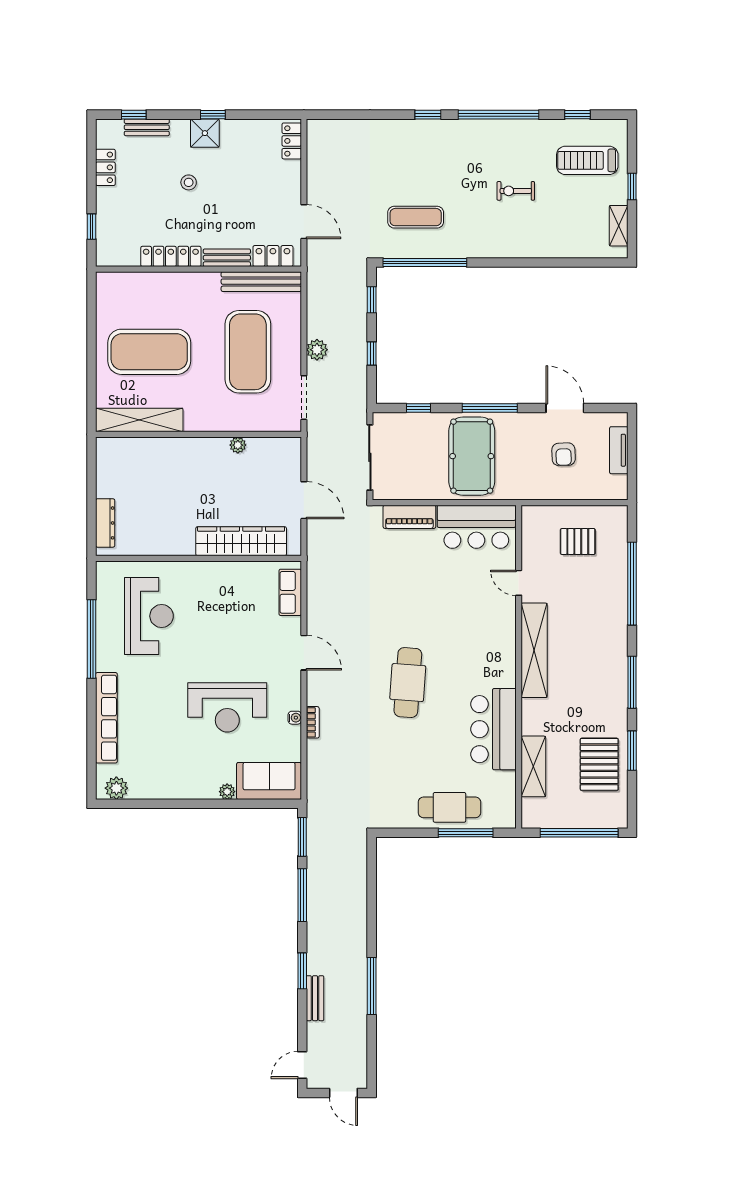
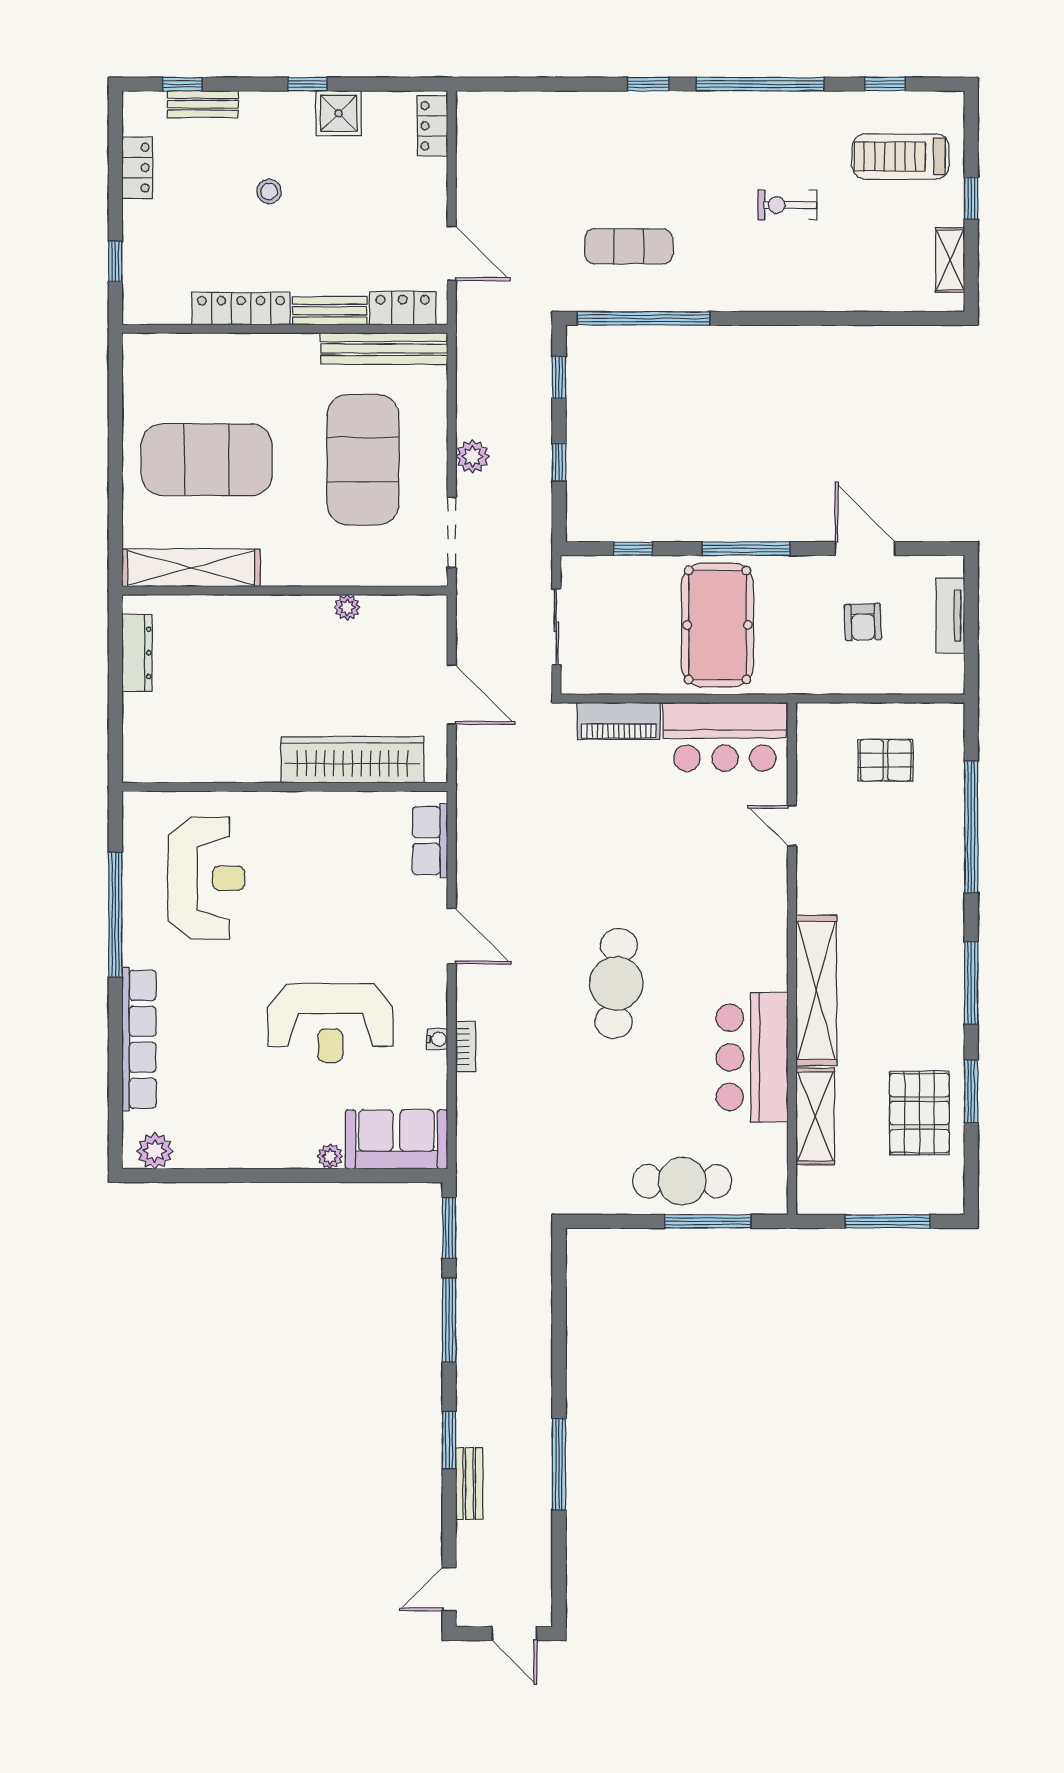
shower: (205, 133) -> (339, 113), moved
sliding door: (370, 457) -> (556, 627), width x0.73
dresser: (105, 523) -> (137, 653), moved
shelving: (534, 650) -> (816, 990), moved
window: (579, 833) -> (888, 1221), width x0.68

